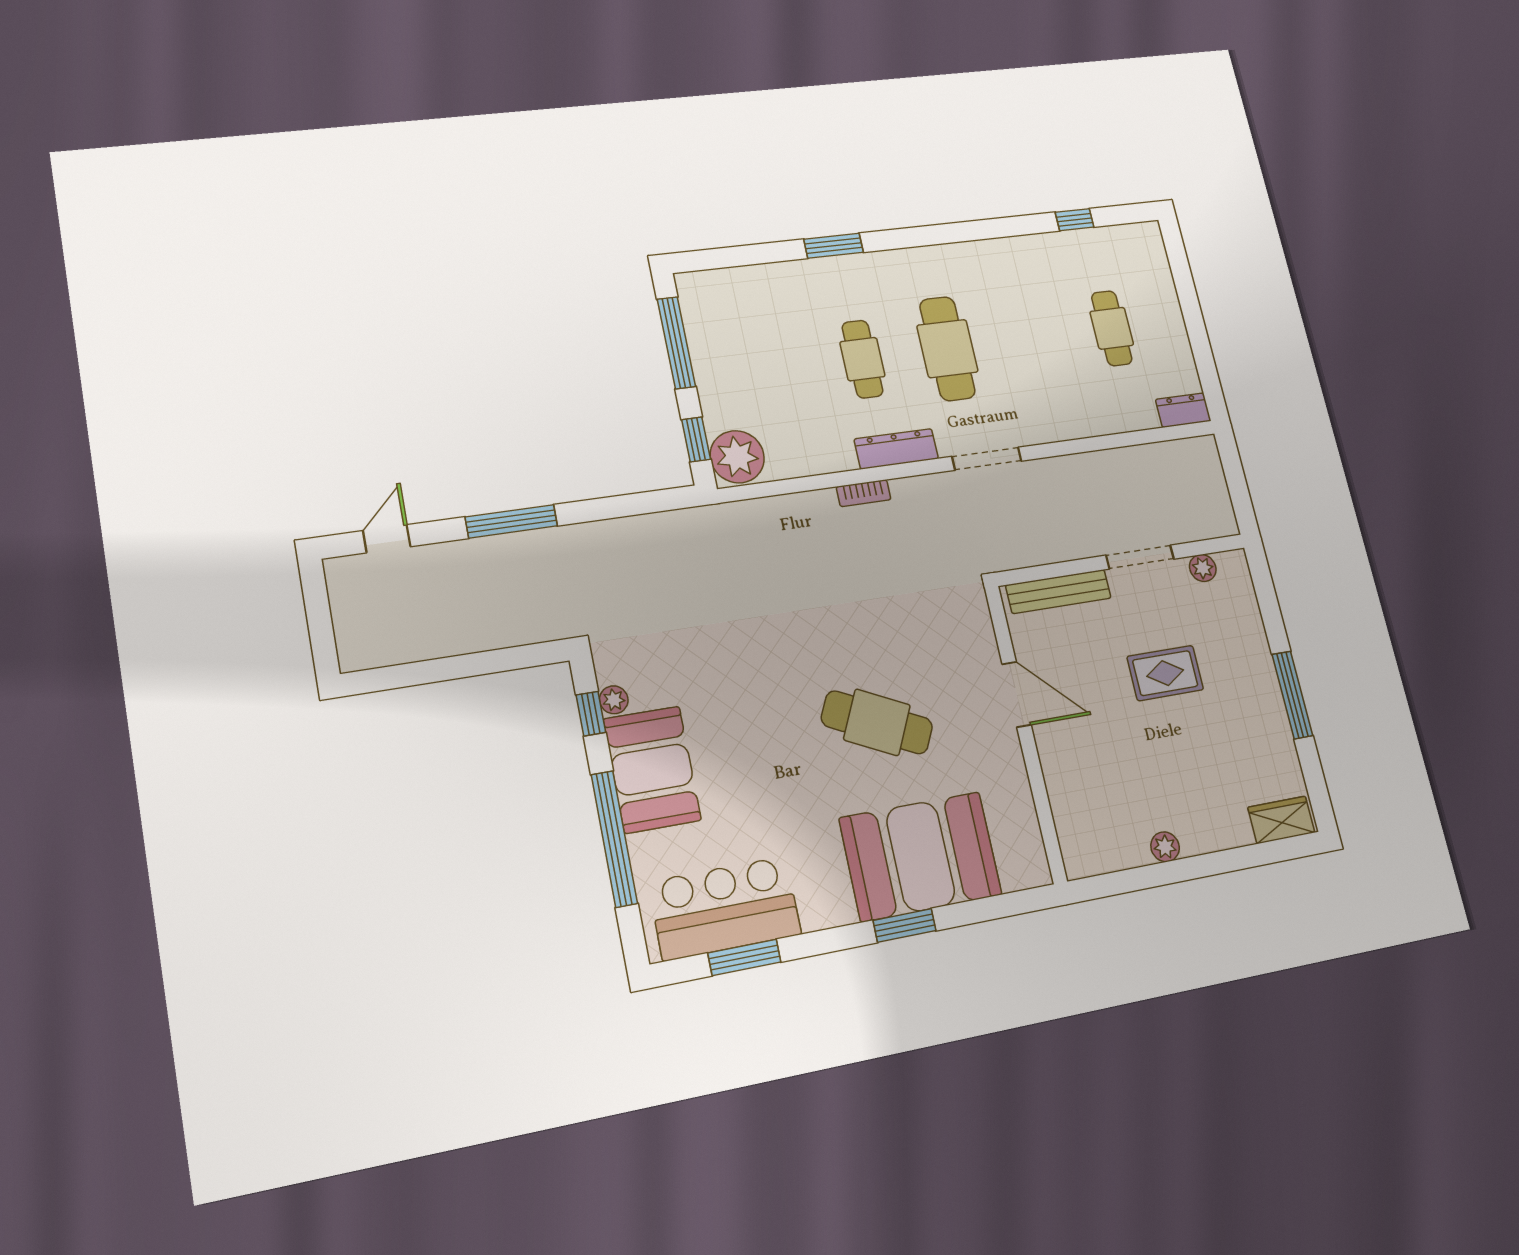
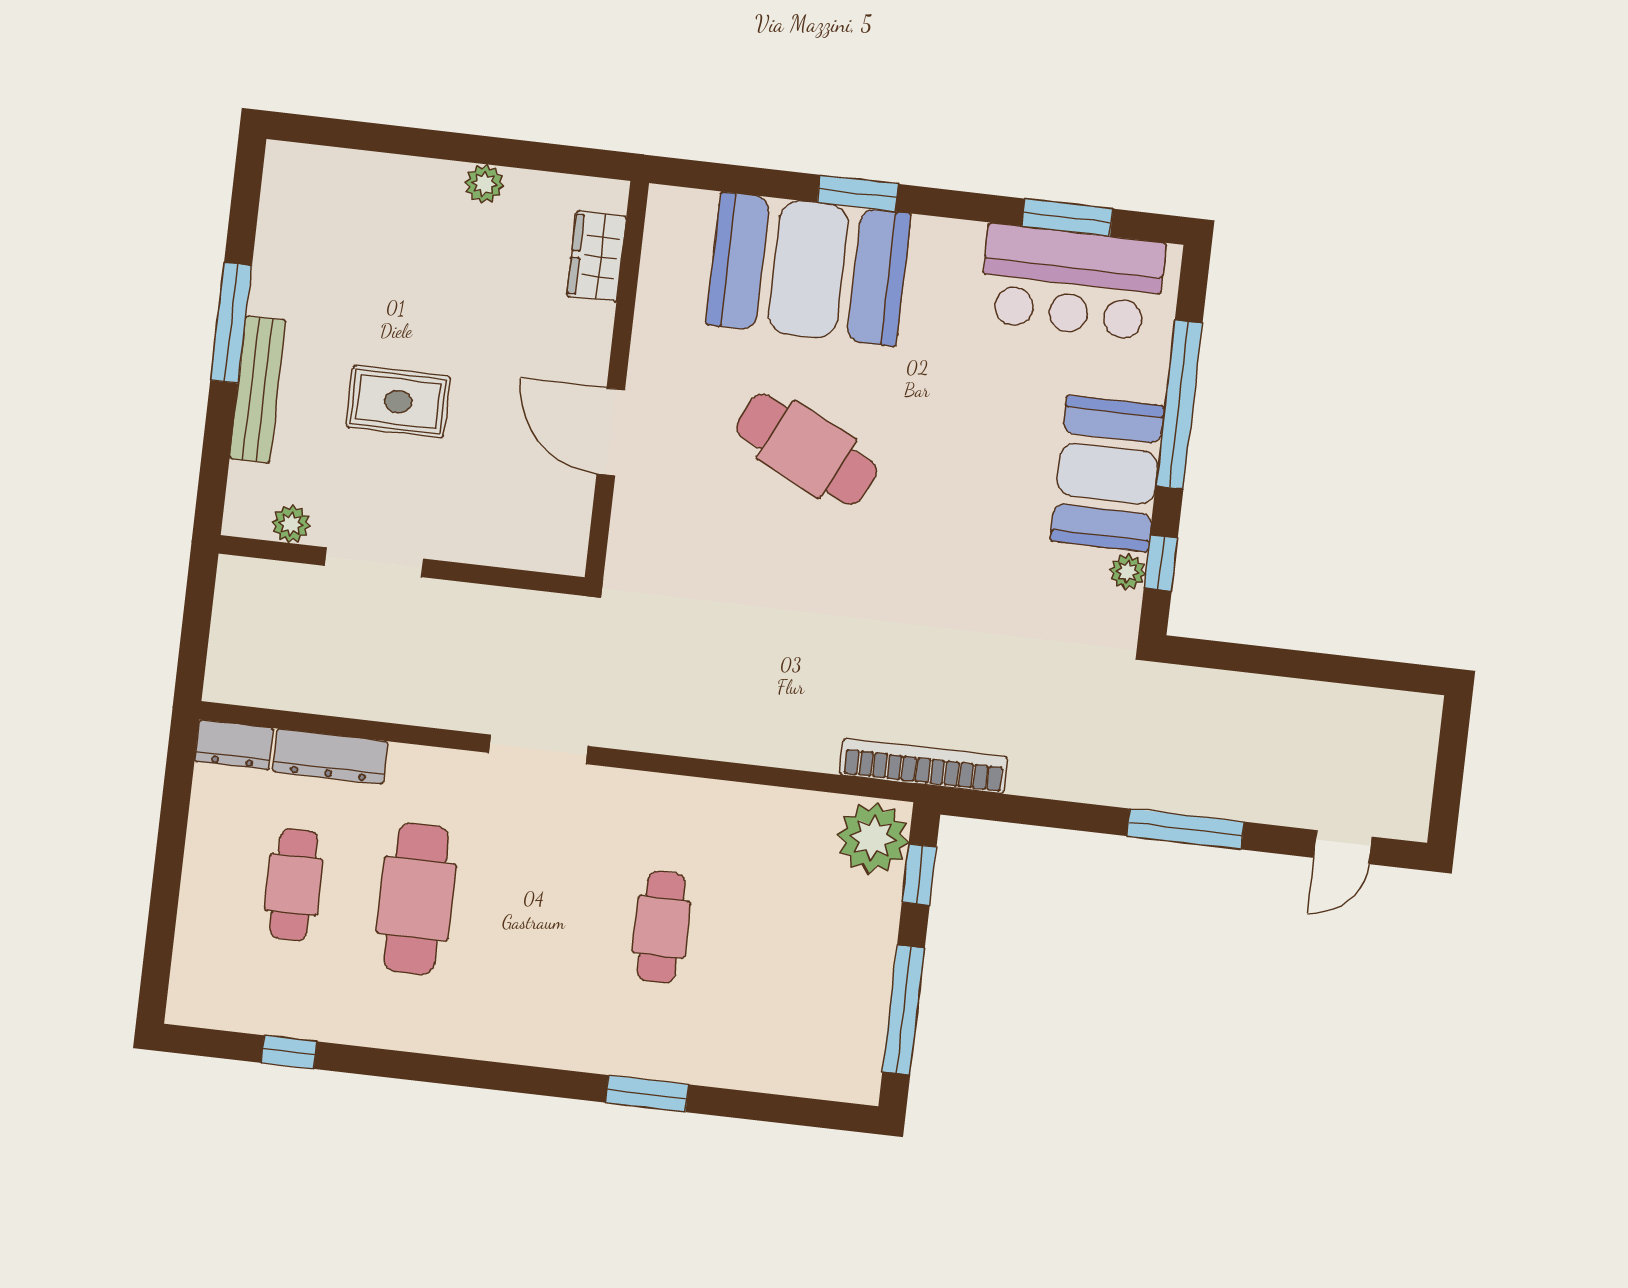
cafe table: (947, 349) -> (416, 899), moved
dresser: (896, 449) -> (330, 756), moved
bookcase: (864, 493) -> (924, 766), moved, width x2.31, depth x1.31
bench: (1058, 592) -> (258, 389), moved, turned 90
wardrobe: (1281, 820) -> (597, 256), moved, turned 90

